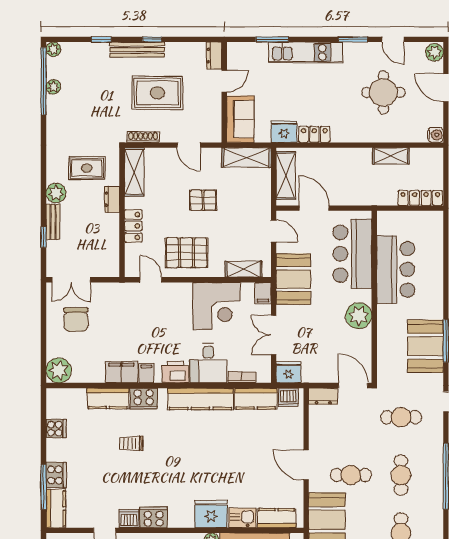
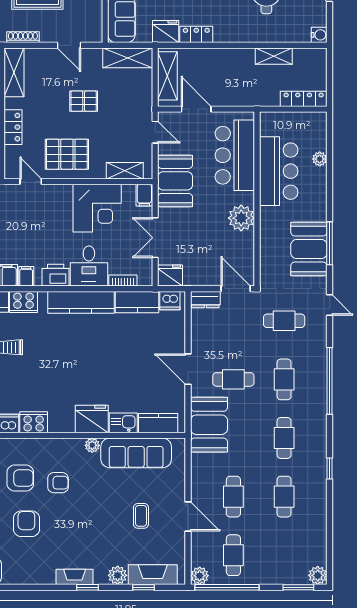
plant: (436, 257) -> (320, 159), added

